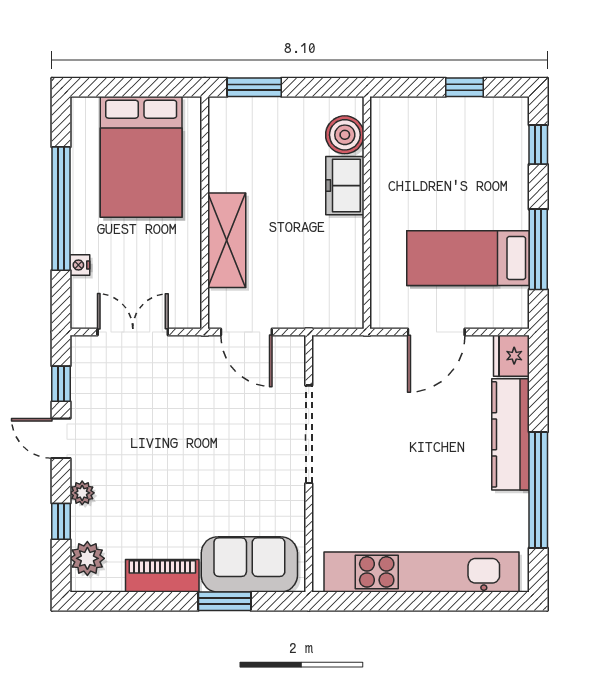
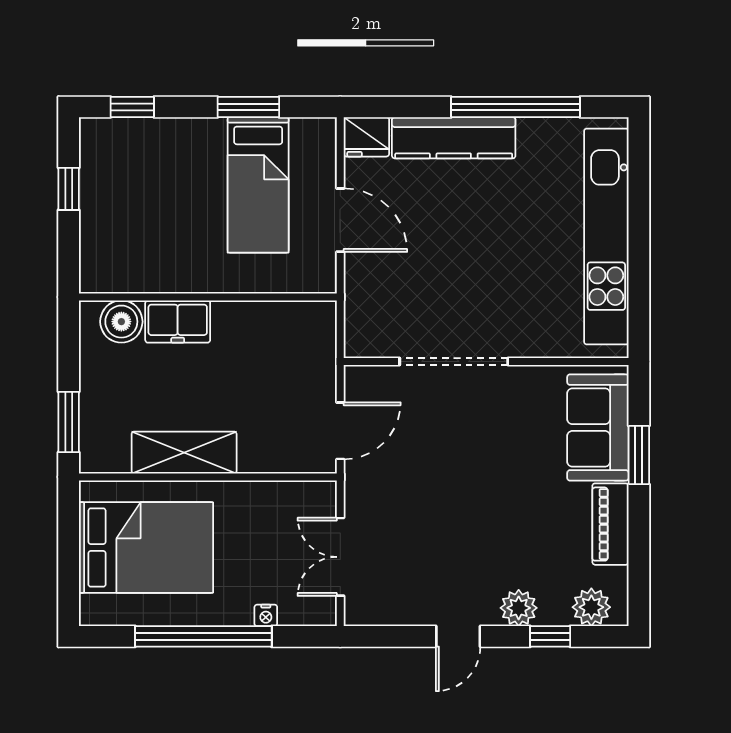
shelving: (227, 240) -> (184, 453), moved
window: (538, 249) -> (248, 107), width x0.69
window: (61, 384) -> (398, 636), removed
plant: (82, 493) -> (519, 608), width x1.38, depth x1.38

